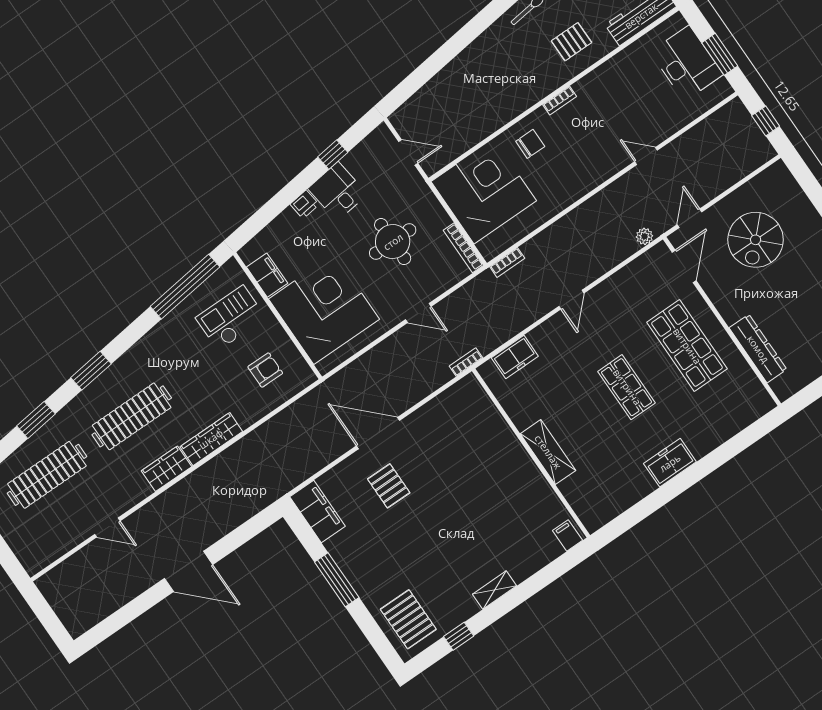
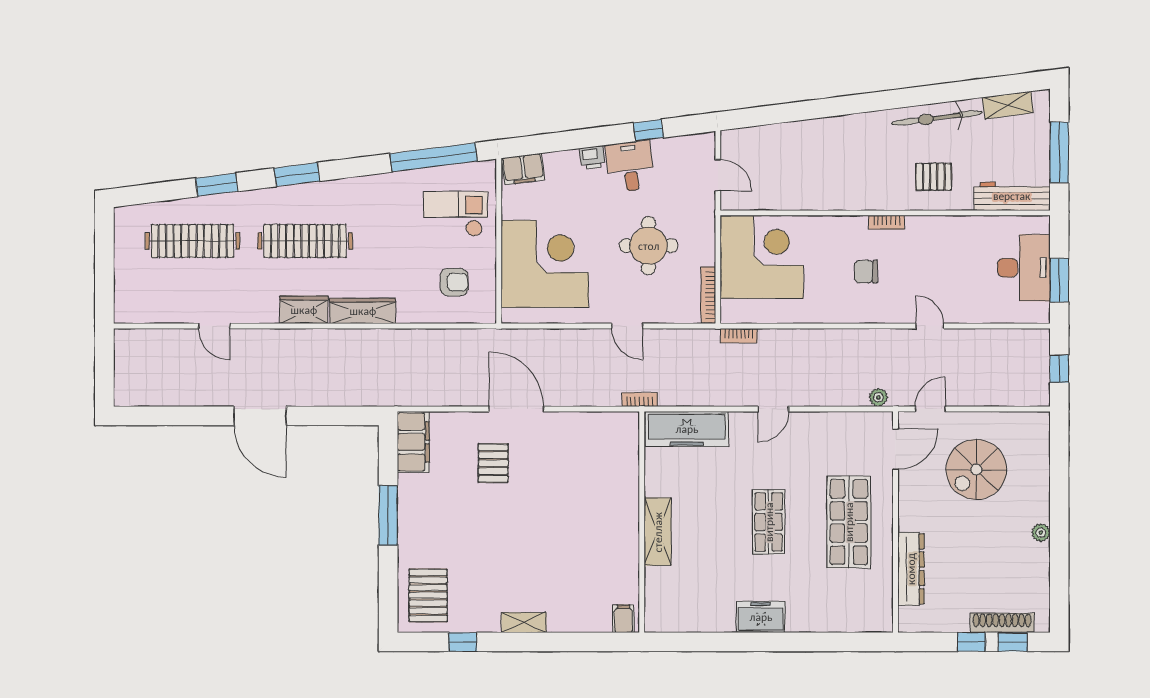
chair: (530, 144) -> (866, 272), moved, turned 180
filing cabinet: (267, 275) -> (523, 169), moved, turned 83
freezer: (515, 357) -> (687, 429), width x1.91, depth x1.26

